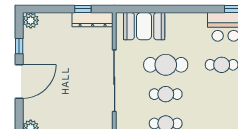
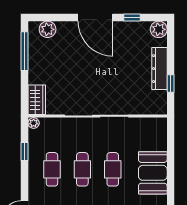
dresser: (93, 20) -> (159, 69), moved
booth: (144, 26) -> (153, 173), moved
cafe table: (166, 65) -> (113, 169), width x0.73, depth x0.74

